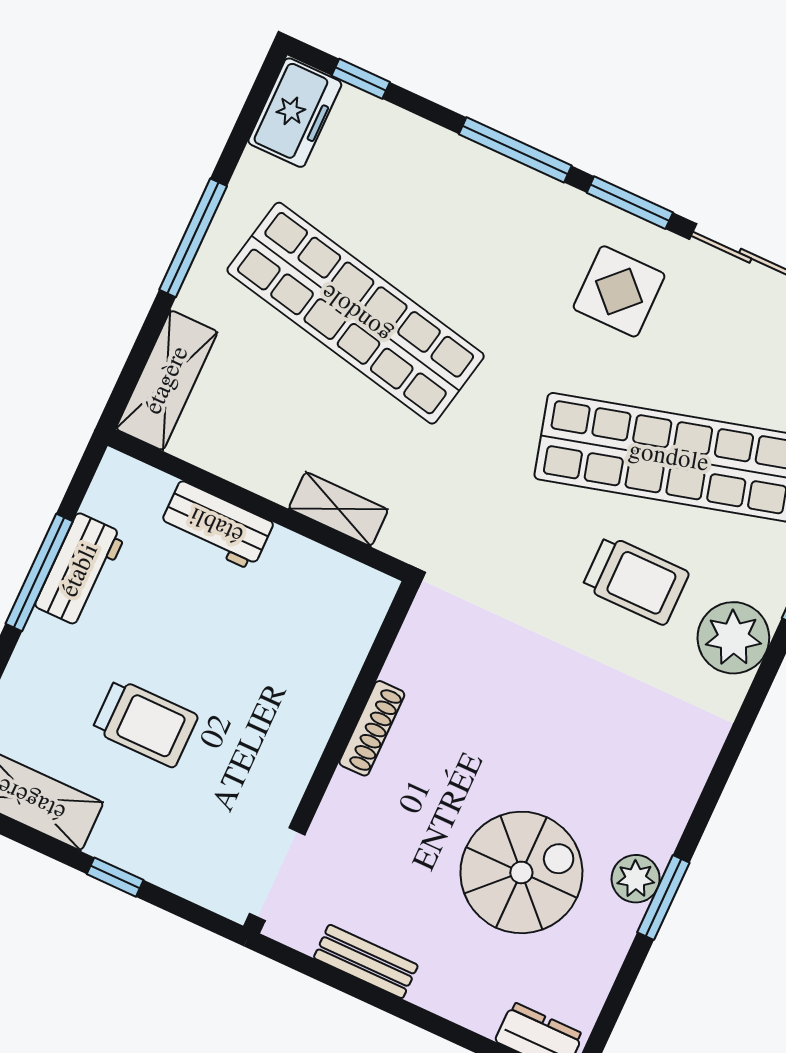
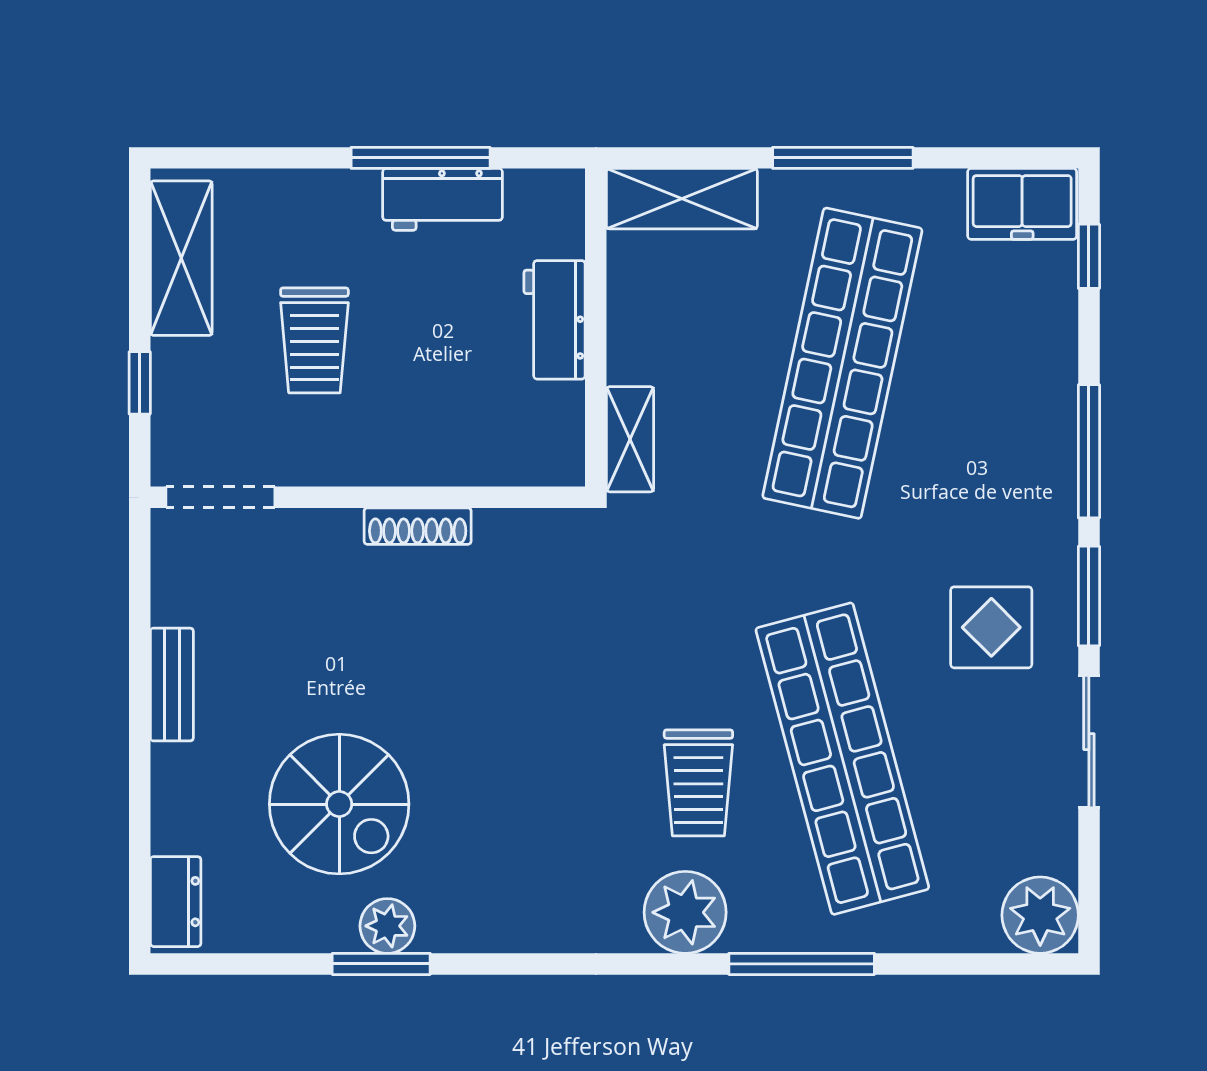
shoe rack: (372, 728) -> (418, 526), moved
wall: (331, 757) -> (368, 497), moved
doorway: (277, 874) -> (220, 497), moved

